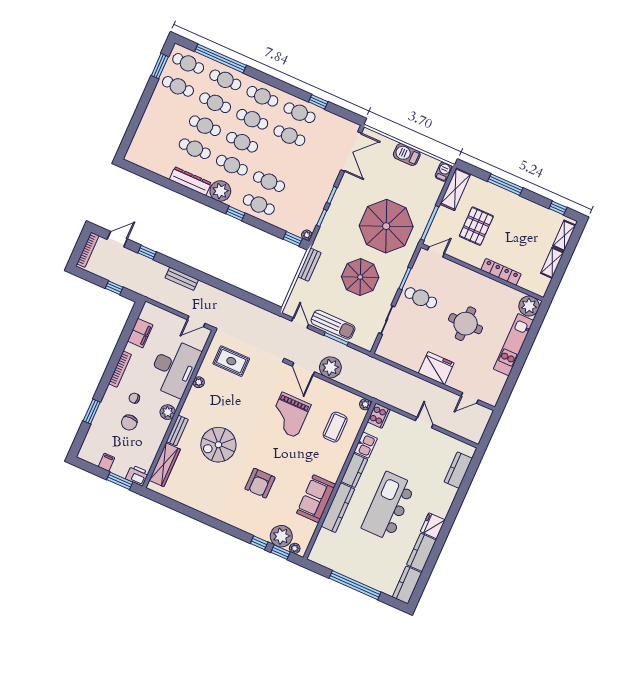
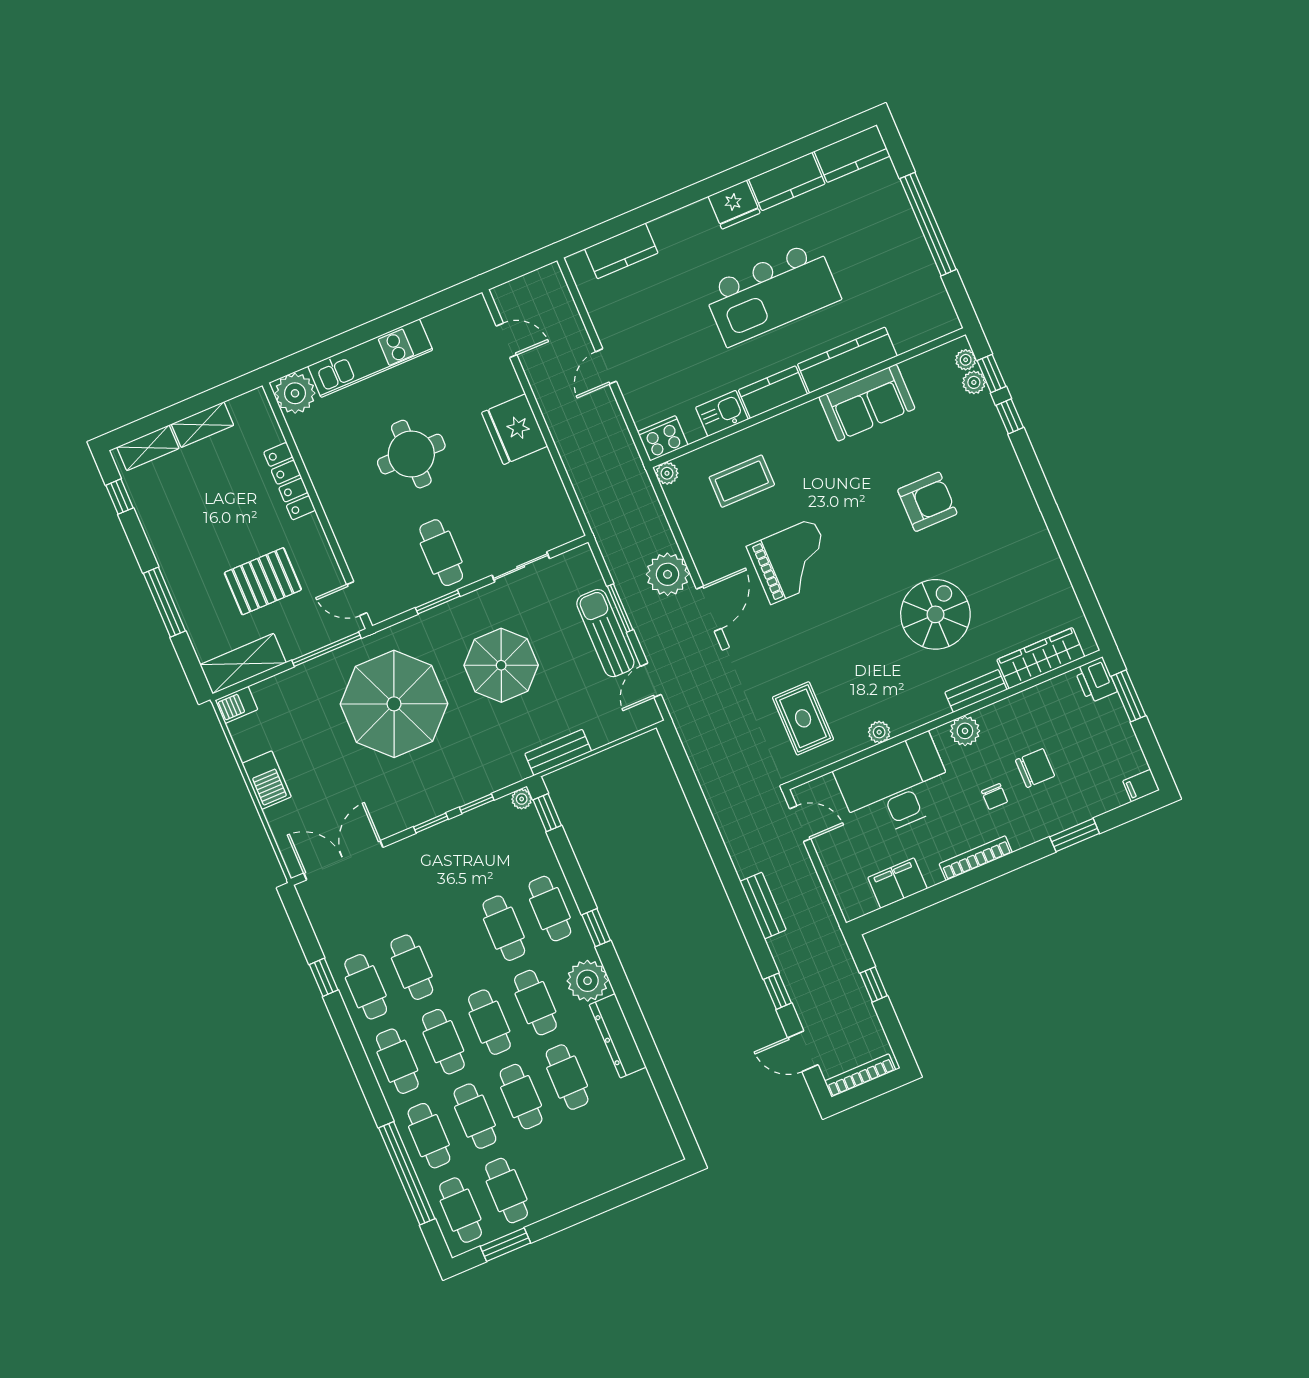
spiral stairs: (218, 445) -> (935, 614), turned -90
filing cabinet: (106, 462) -> (1141, 786), moved
plant: (281, 536) -> (974, 382), width x0.53, depth x0.53

